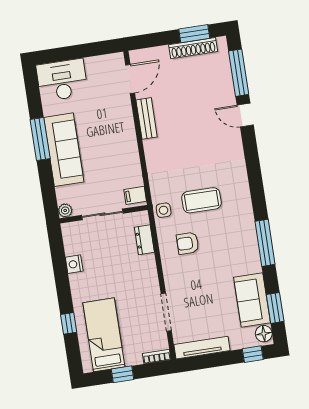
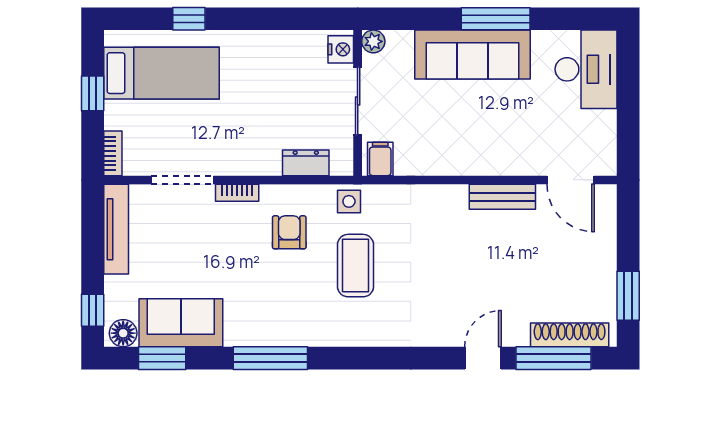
shoe rack: (193, 48) -> (570, 335), moved, turned 90
nightstand: (74, 264) -> (341, 49), moved, turned 90
bookcase: (169, 278) -> (237, 193), added

